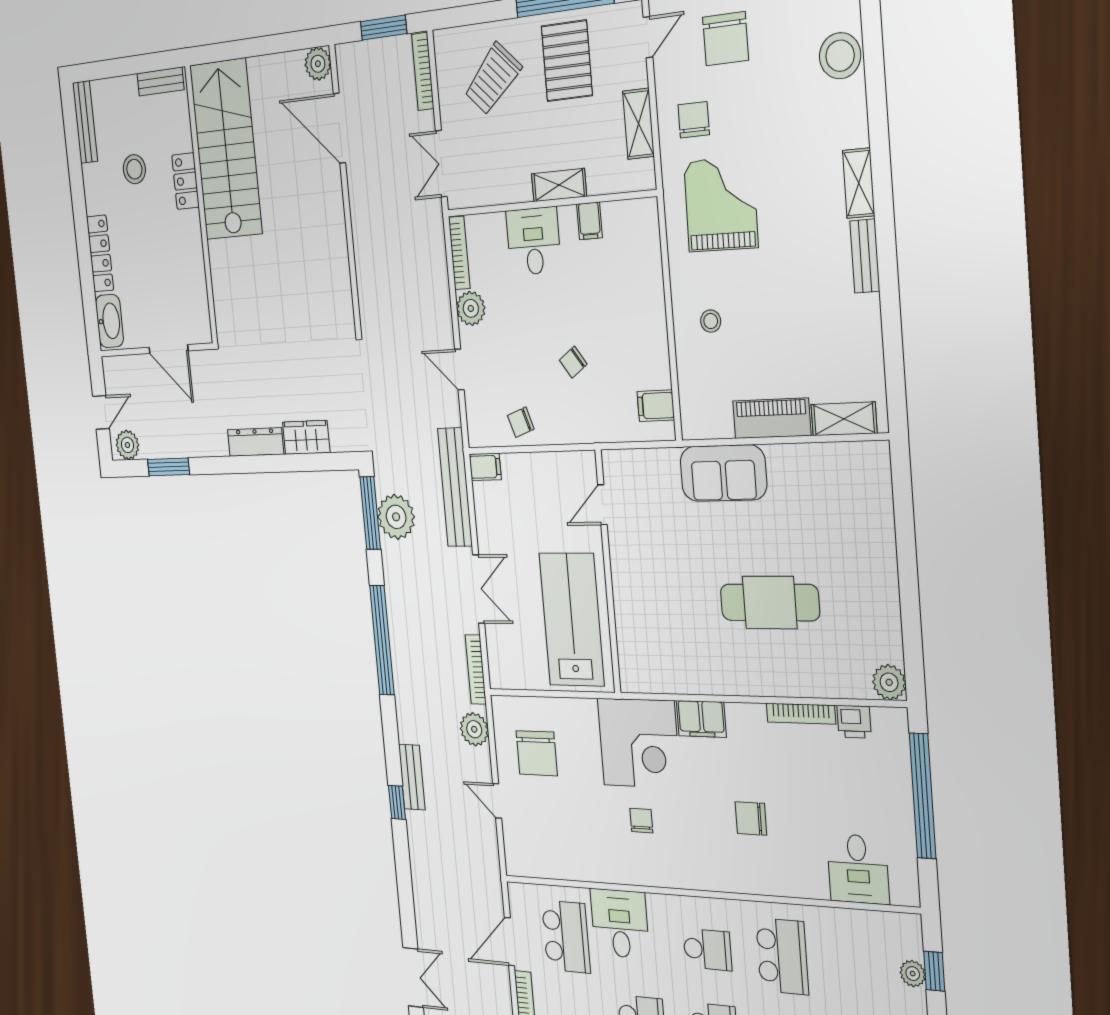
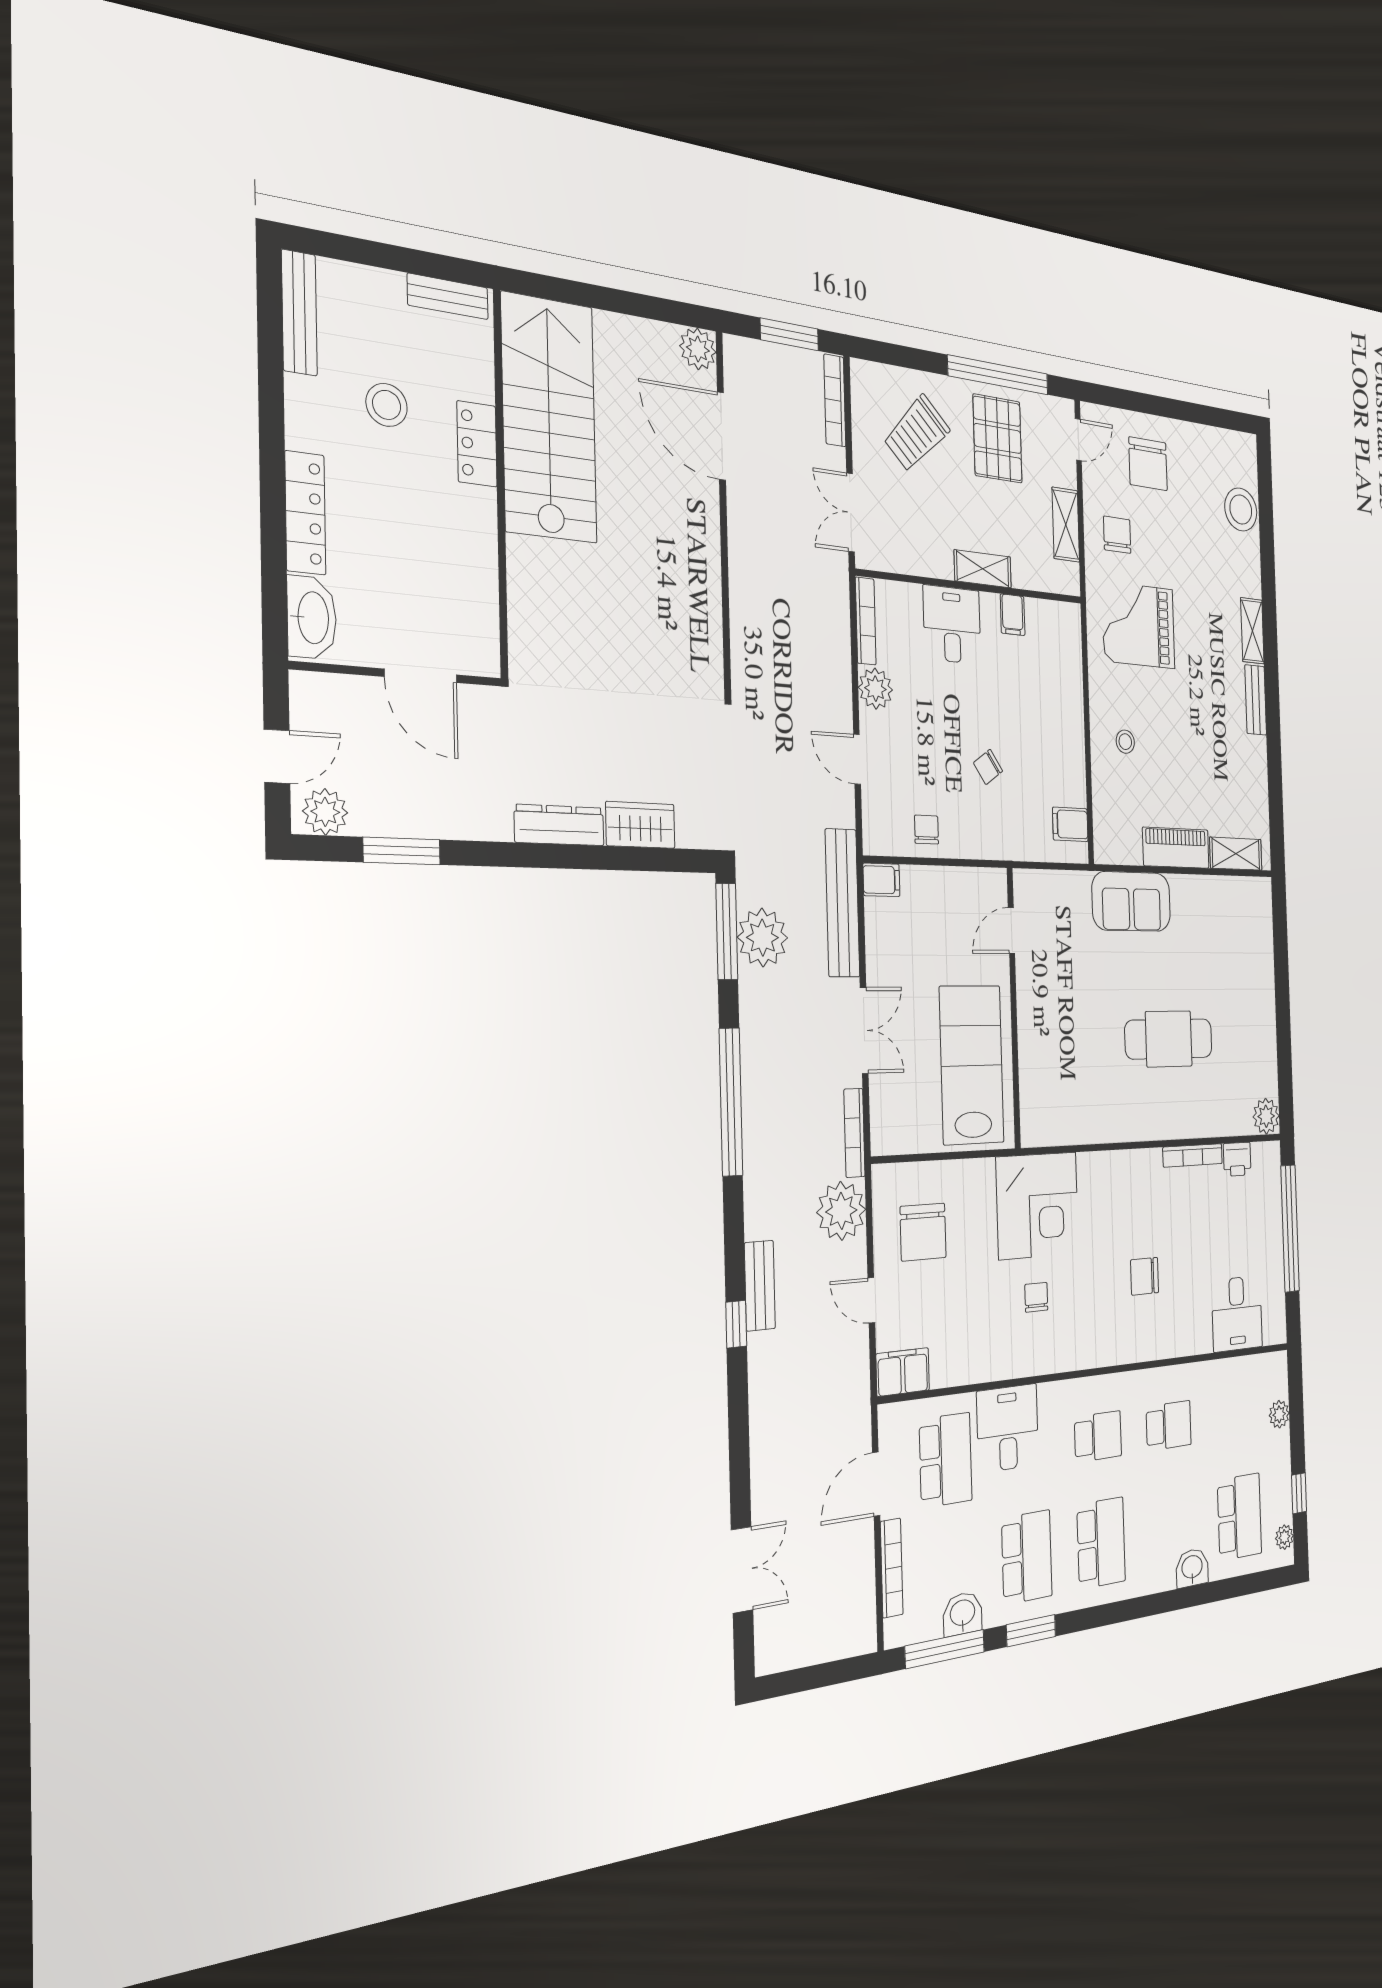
grand piano: (721, 204) -> (1139, 625), turned -91
chair: (521, 422) -> (926, 830), turned 109
filing cabinet: (701, 719) -> (903, 1372), moved, turned 180
plant: (474, 729) -> (841, 1211), width x1.36, depth x1.36
school desk: (782, 956) -> (1169, 1426), width x0.54
window: (934, 971) -> (1296, 1407), removed

